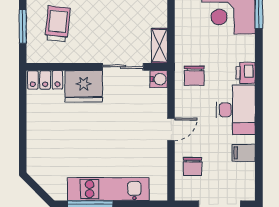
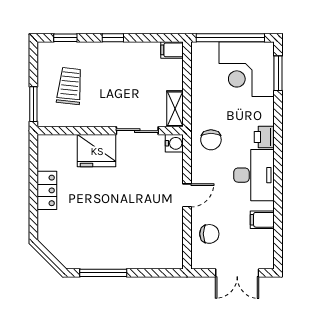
window: (23, 26) -> (33, 104), moved
locker: (45, 80) -> (47, 190), moved, turned -90
chair: (193, 167) -> (209, 234), turned -90
kitchen unit: (108, 189) -> (122, 257), removed

